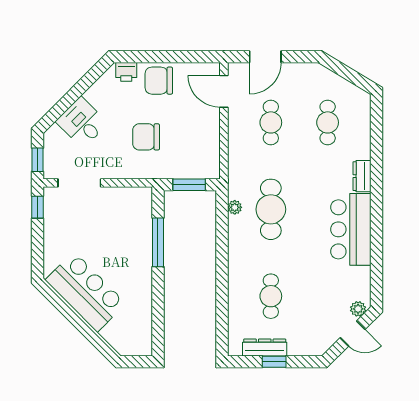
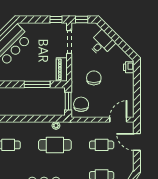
chair: (159, 81) -> (81, 104), moved
piano: (130, 197) -> (62, 69), added

